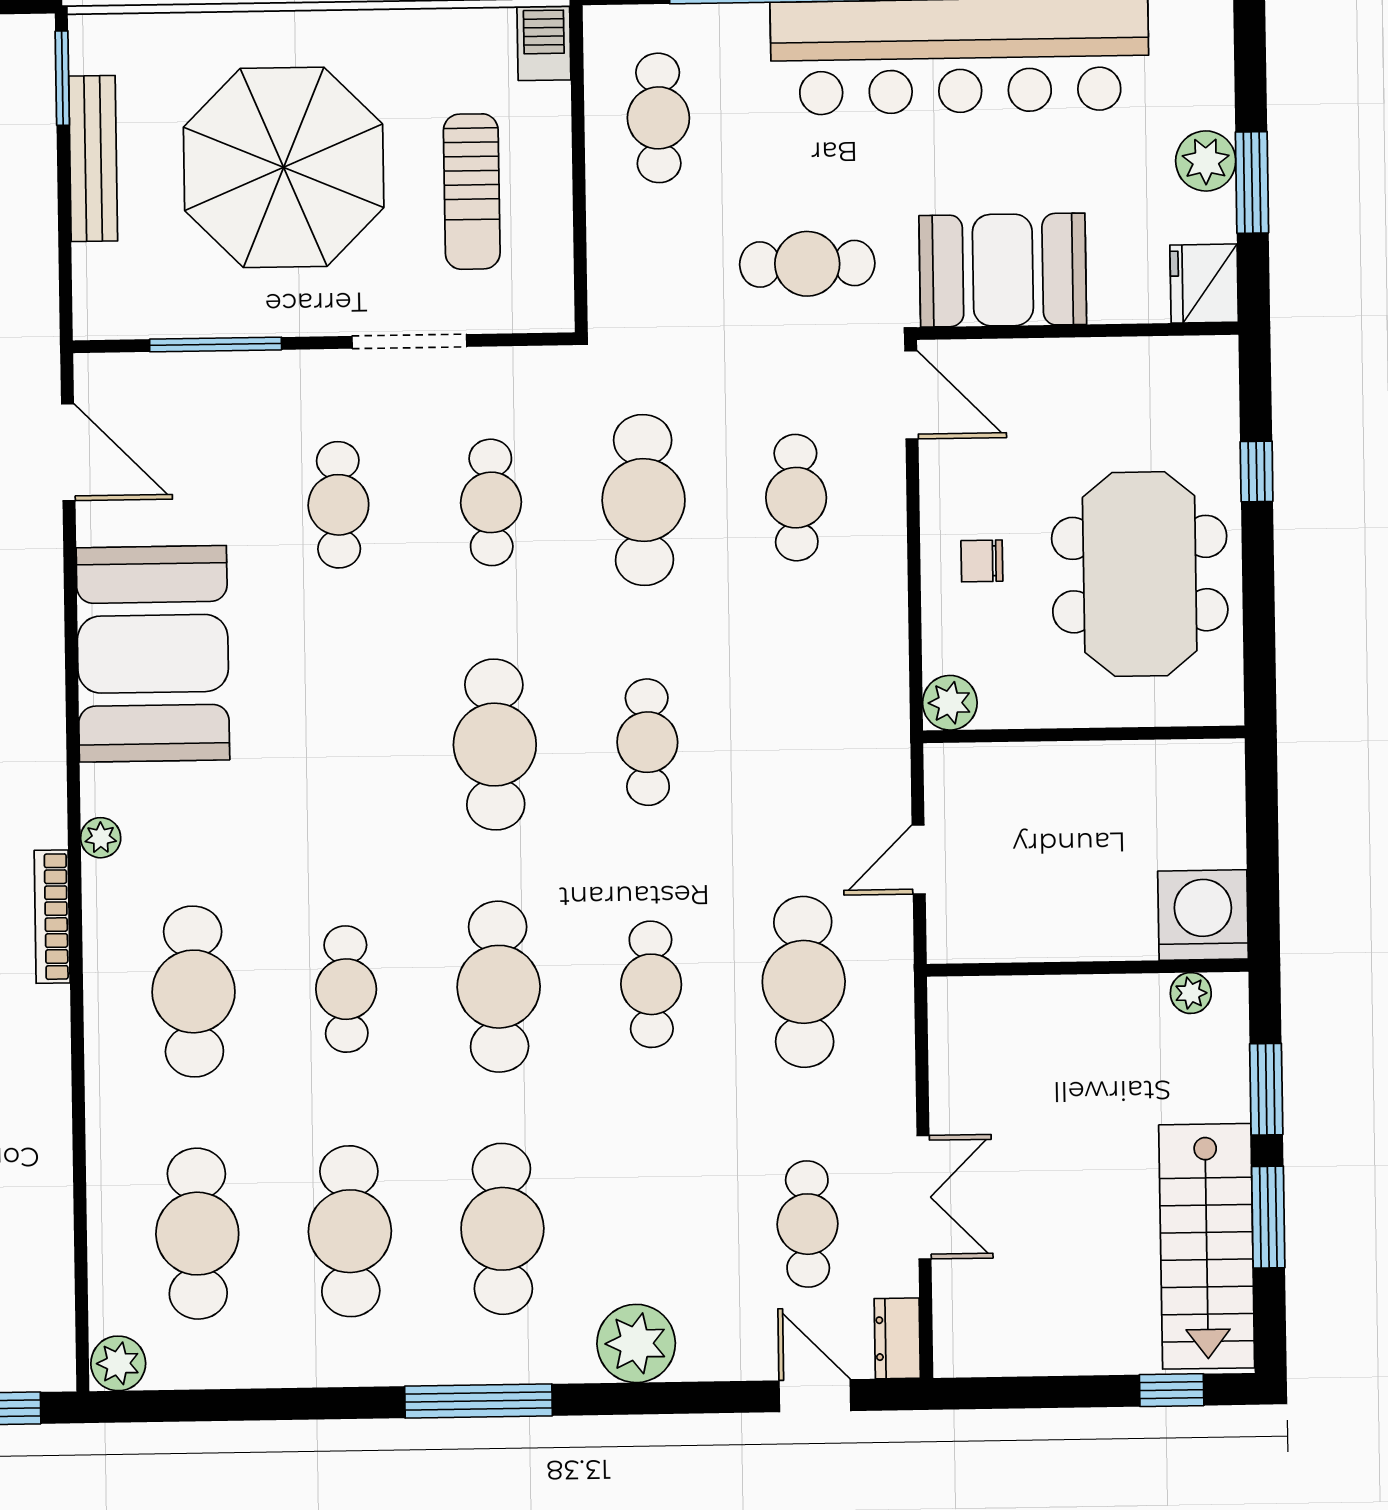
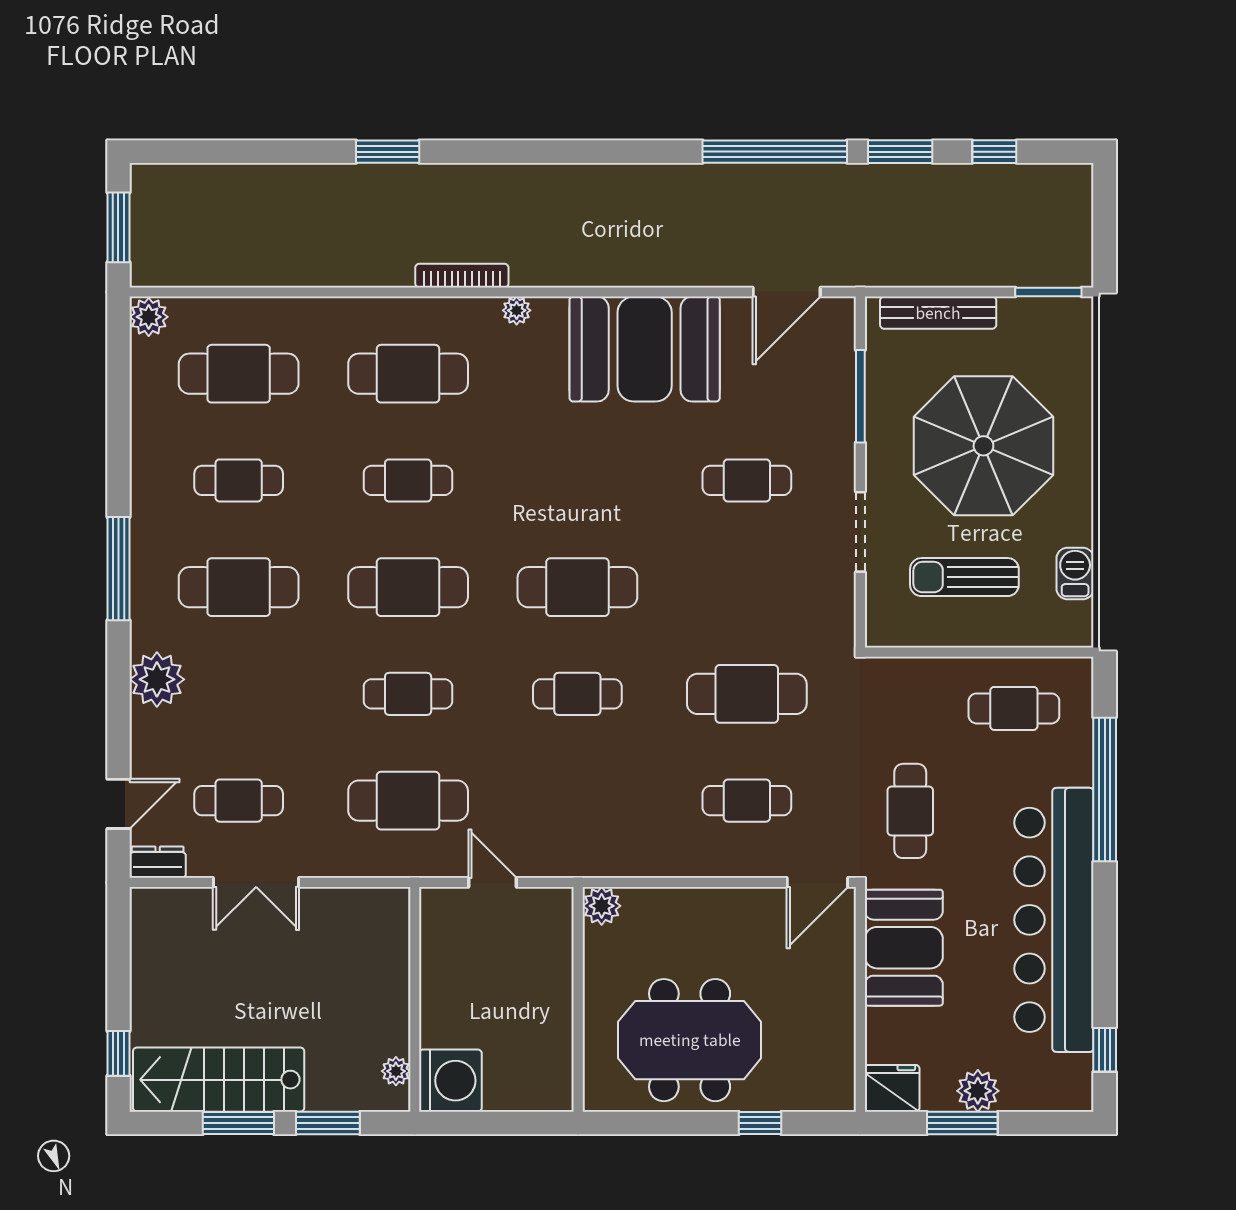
barbecue: (544, 43) -> (1075, 573), moved, turned -90
bench: (93, 158) -> (938, 313), moved
cafe table: (491, 502) -> (747, 587), removed
chair: (982, 561) -> (700, 930), removed
cafe table: (350, 1231) -> (239, 480), width x0.73, depth x0.74

